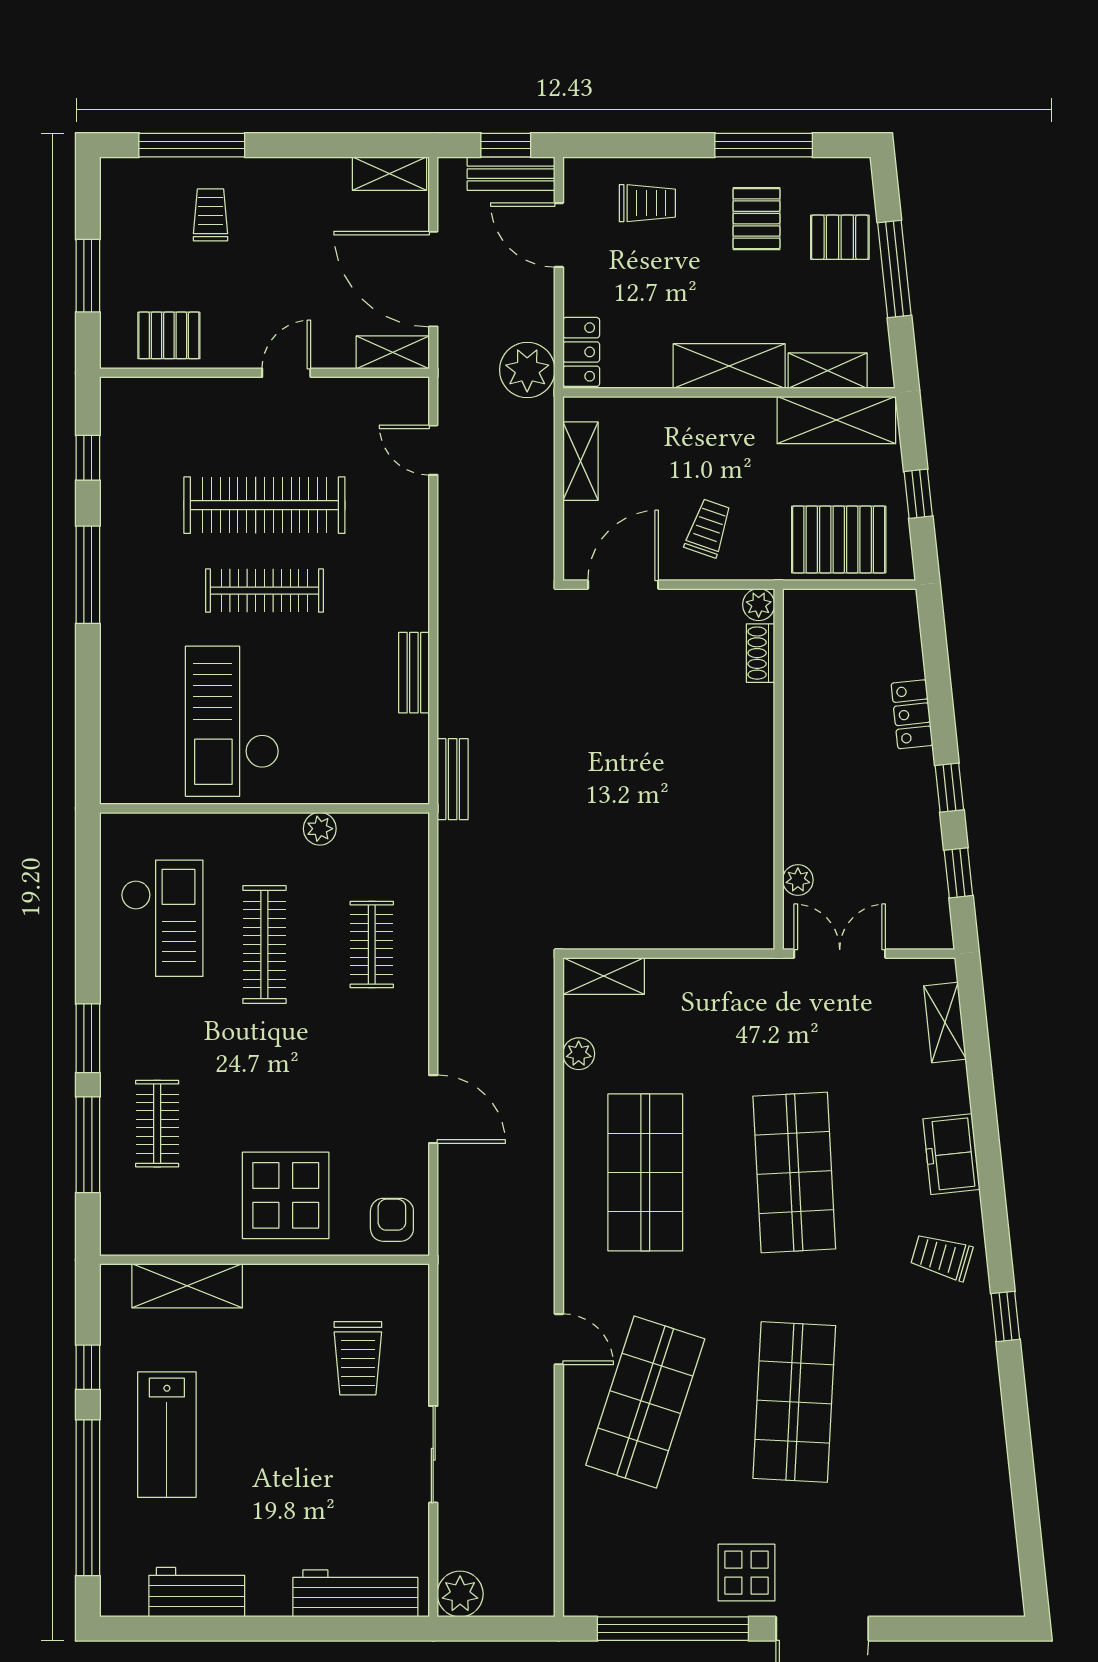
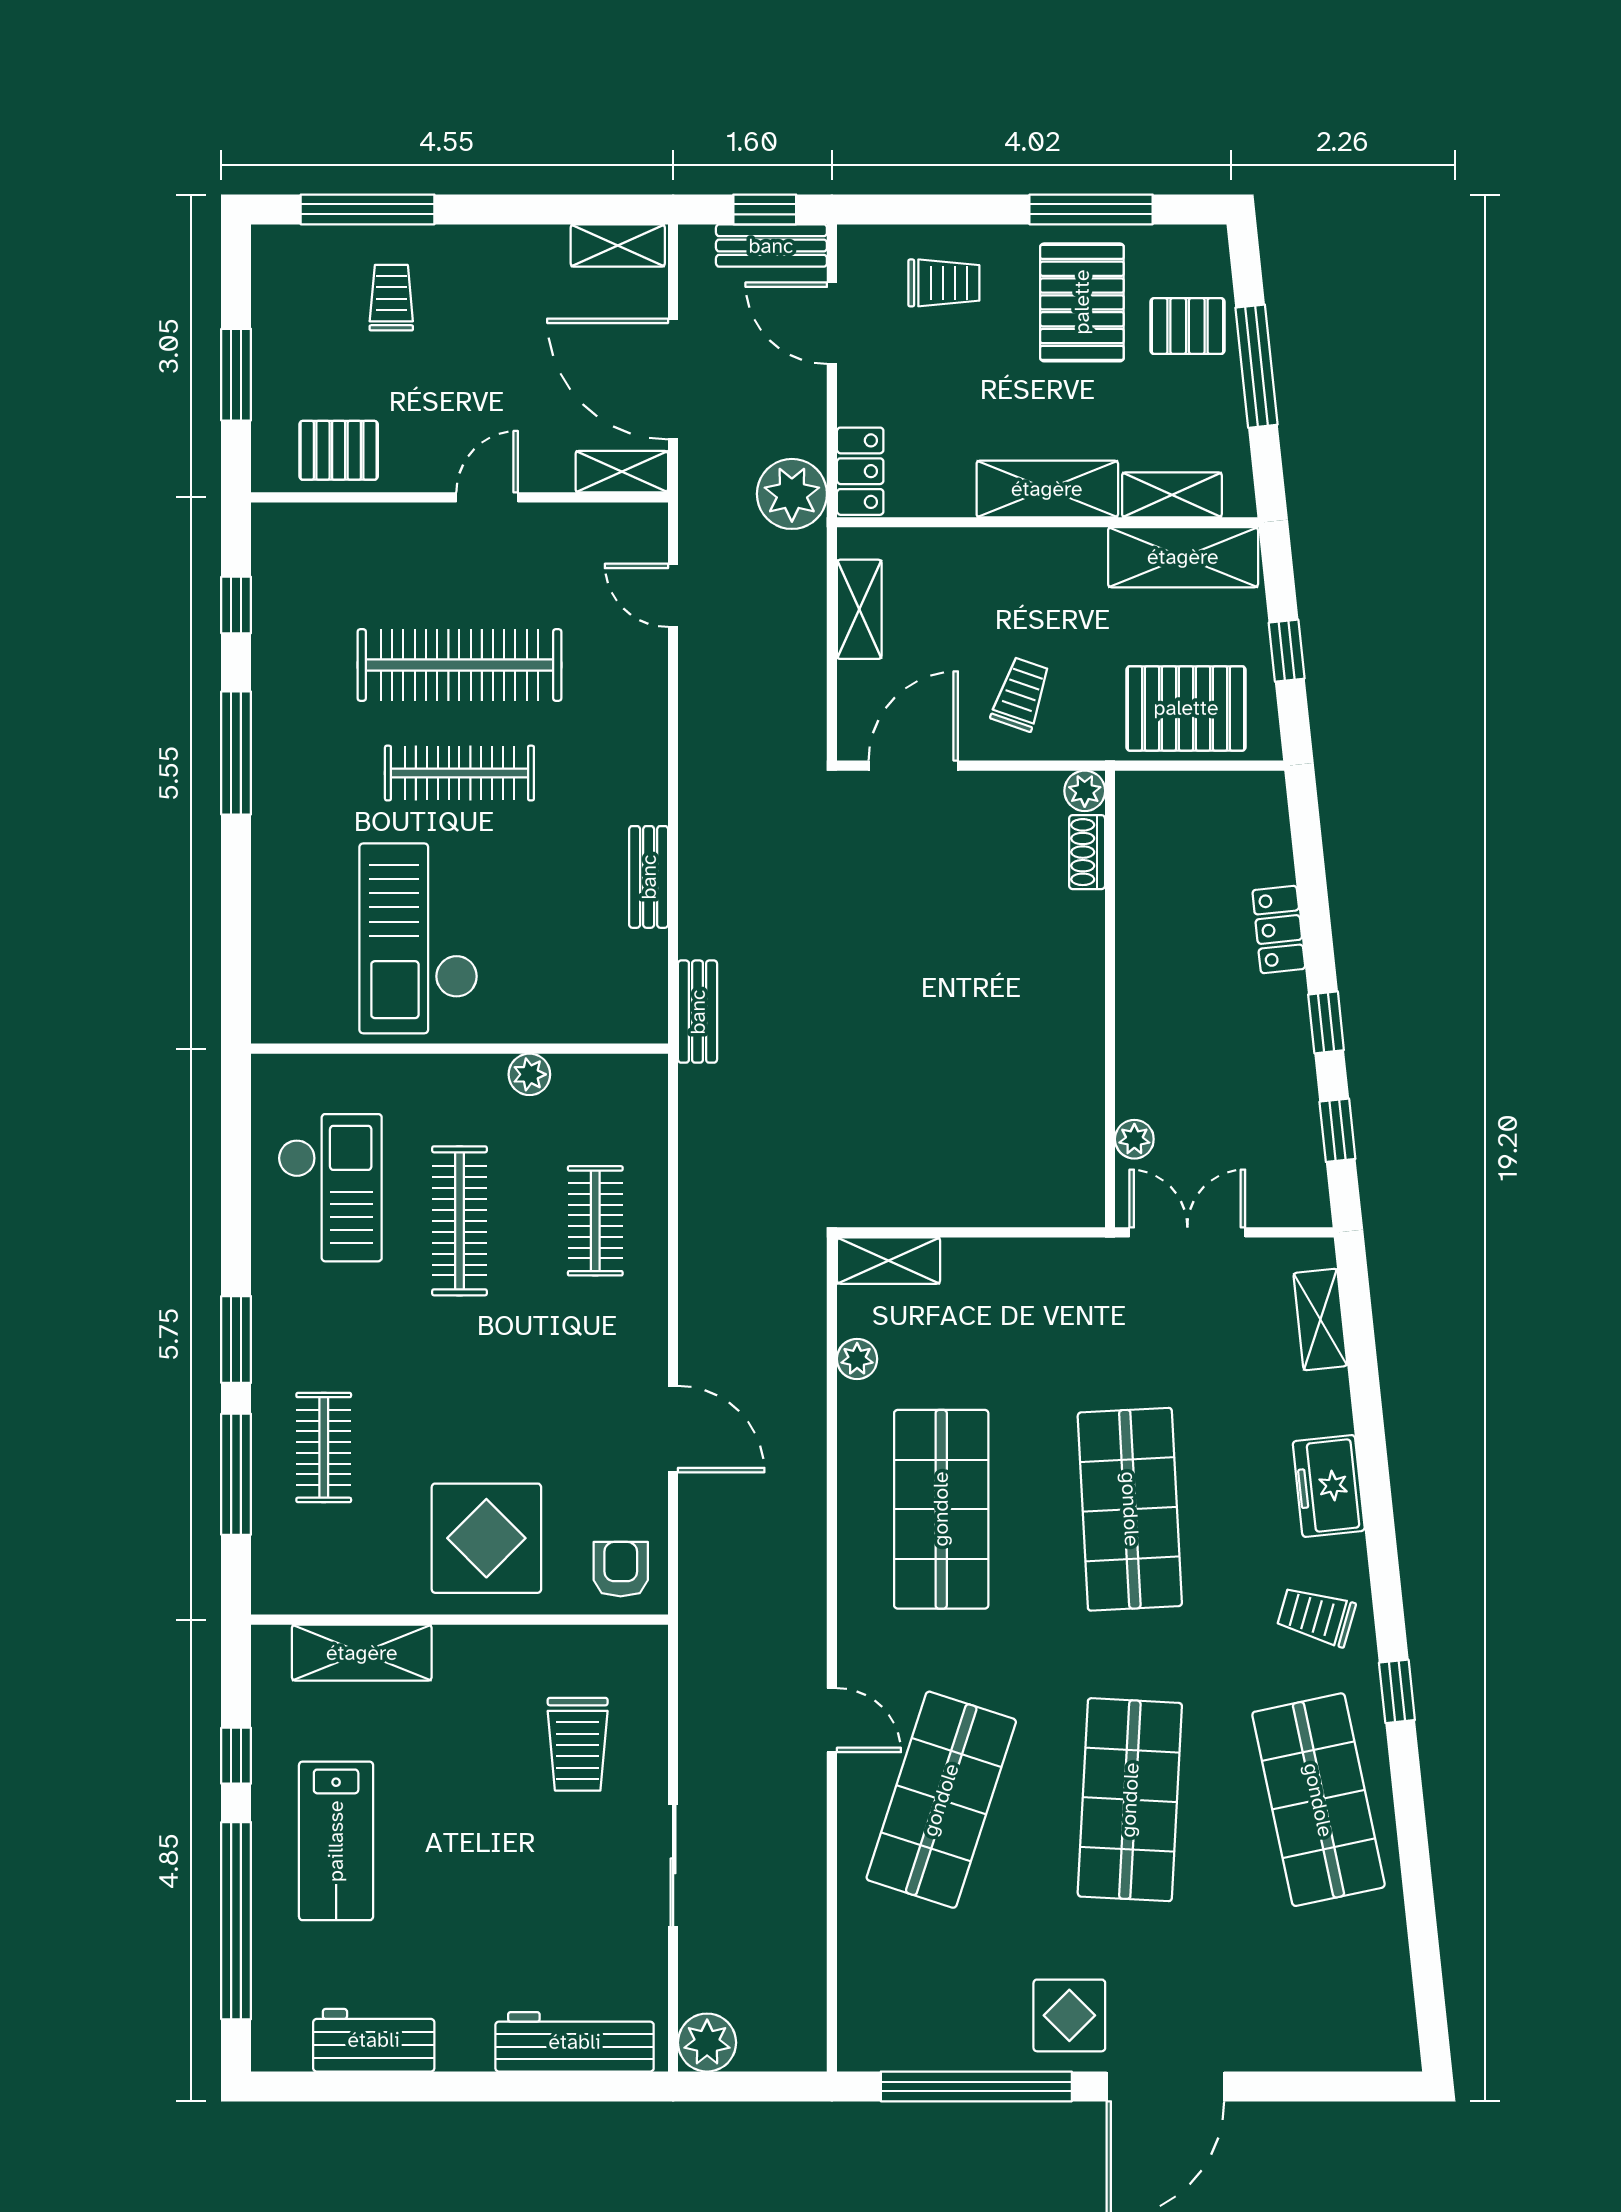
pallet: (756, 219) -> (1082, 302), width x1.50, depth x1.42
shop shelf: (943, 1402) -> (1318, 1800), added

